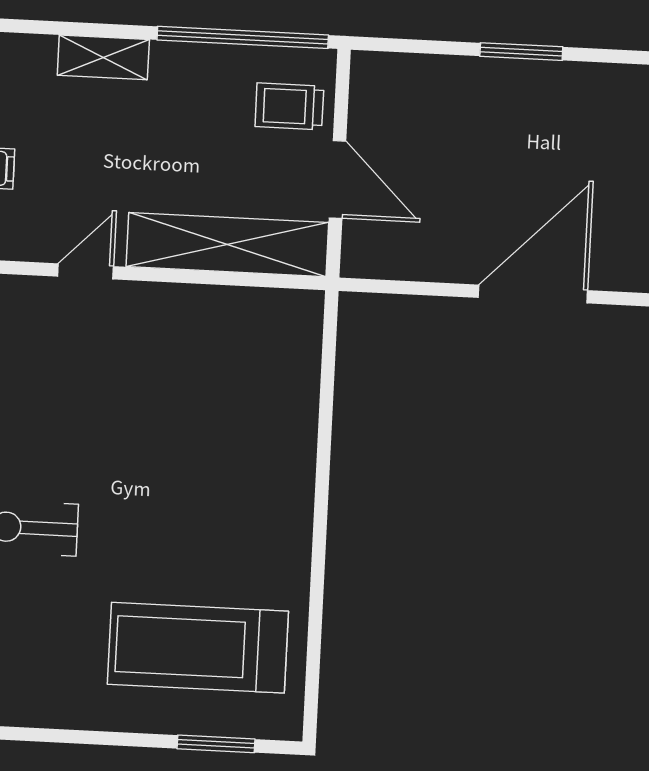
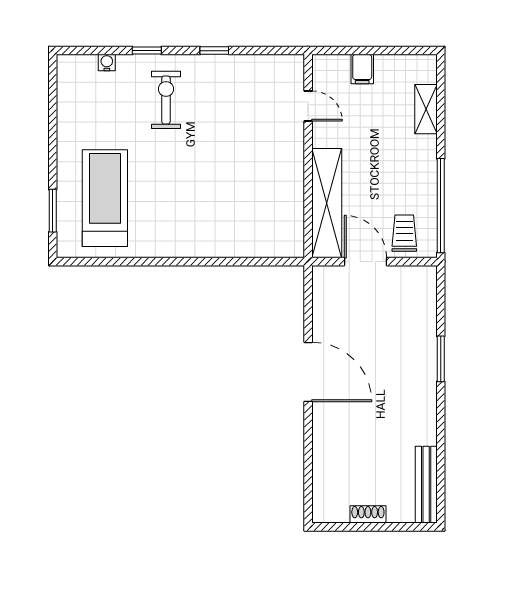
shelving: (103, 57) -> (426, 109), moved
door: (338, 179) -> (365, 262), swing flipped
door: (86, 271) -> (308, 106), moved

